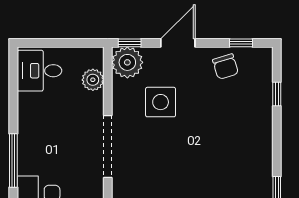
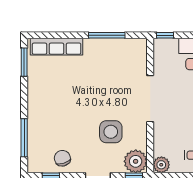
plant: (93, 80) -> (161, 165), moved
window: (277, 94) -> (24, 138), width x2.17

